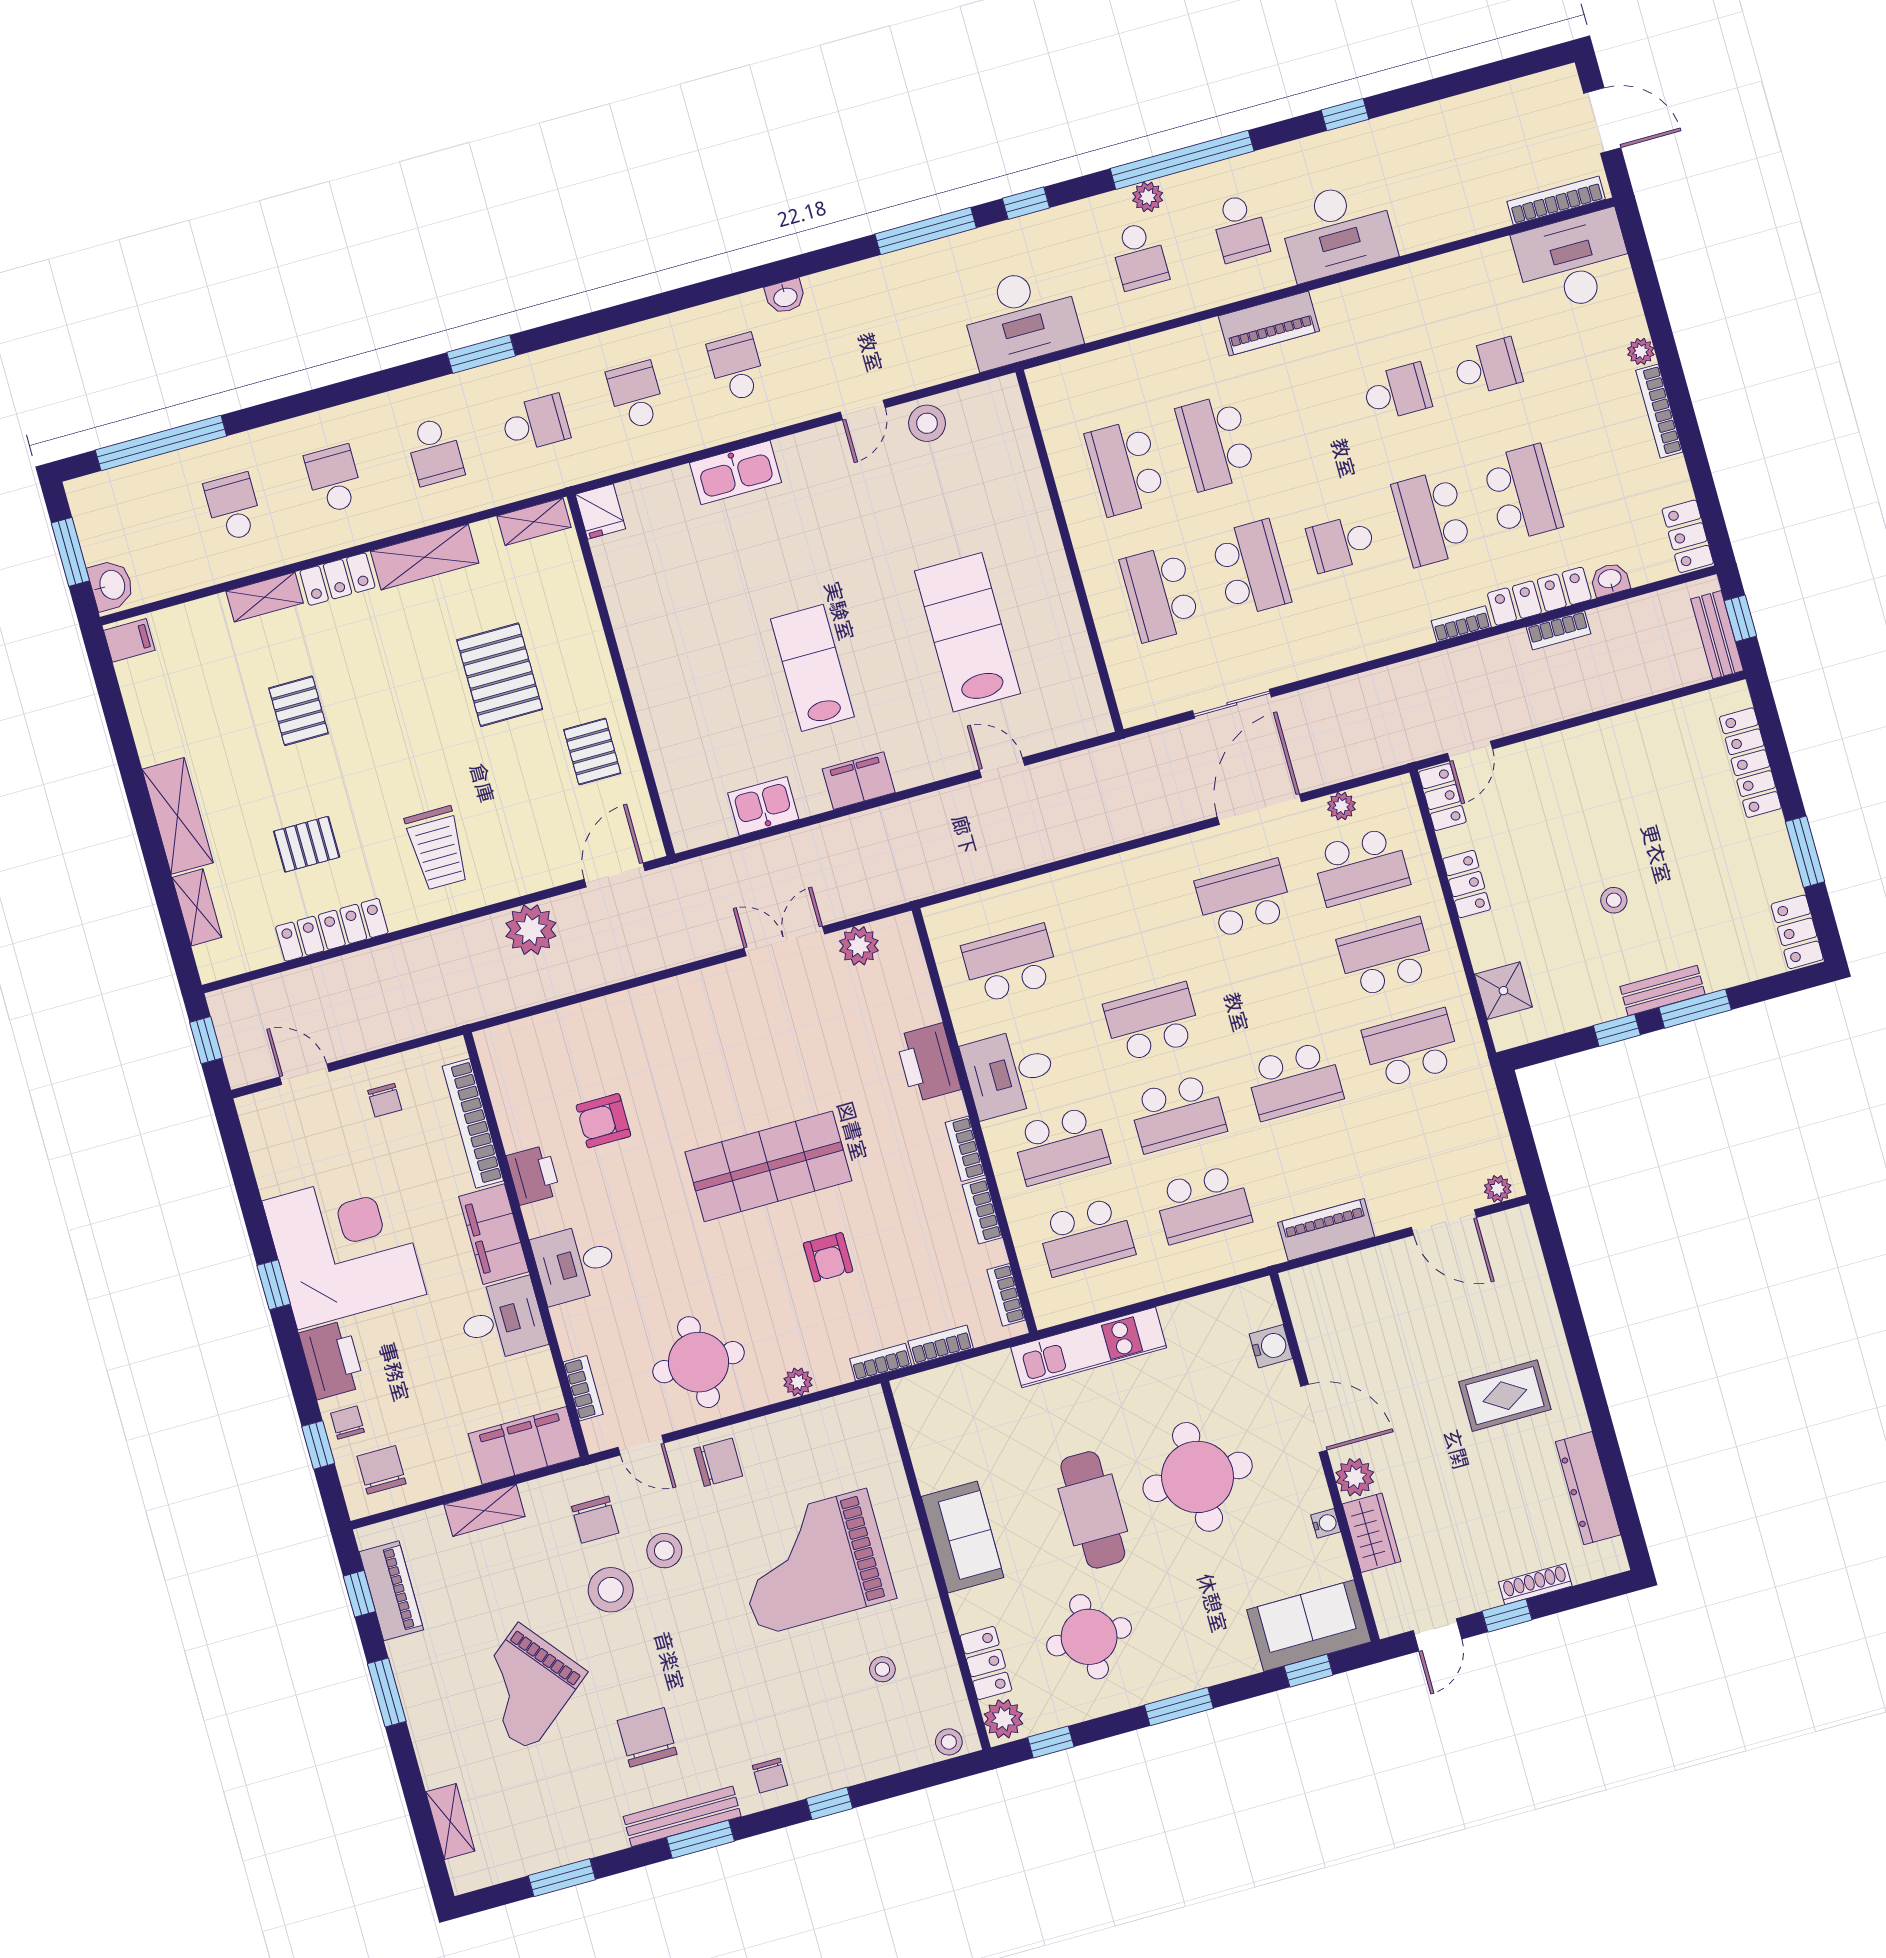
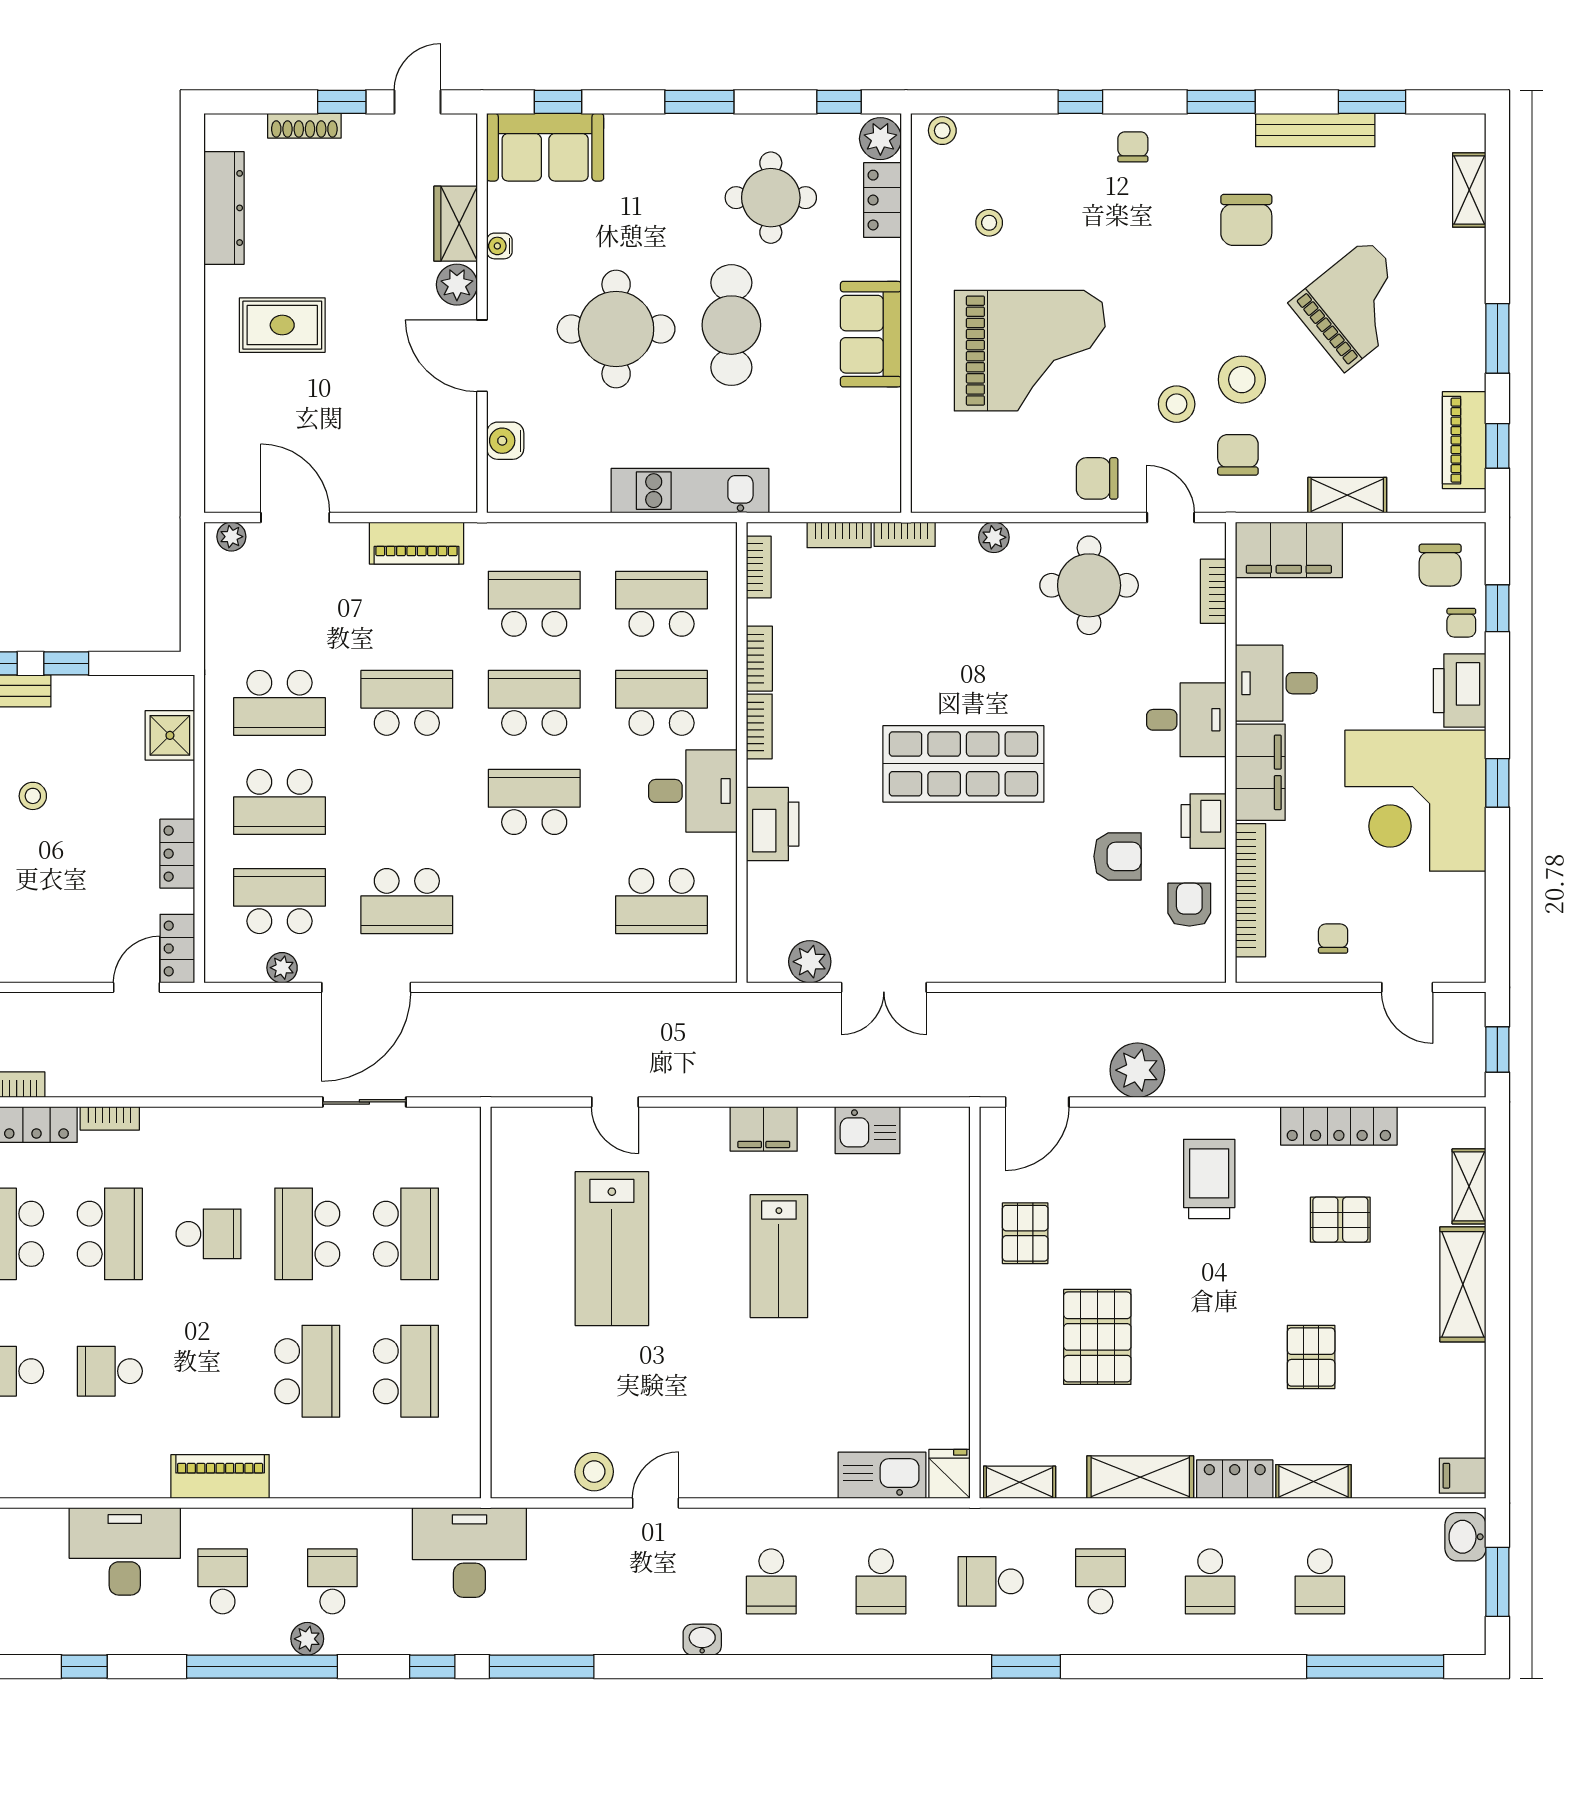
kitchen sink: (736, 473) -> (882, 1475), moved
school desk: (1152, 1022) -> (534, 802), turned 180
armchair: (828, 1257) -> (1189, 905), moved
bench: (682, 1816) -> (1315, 130), moved

